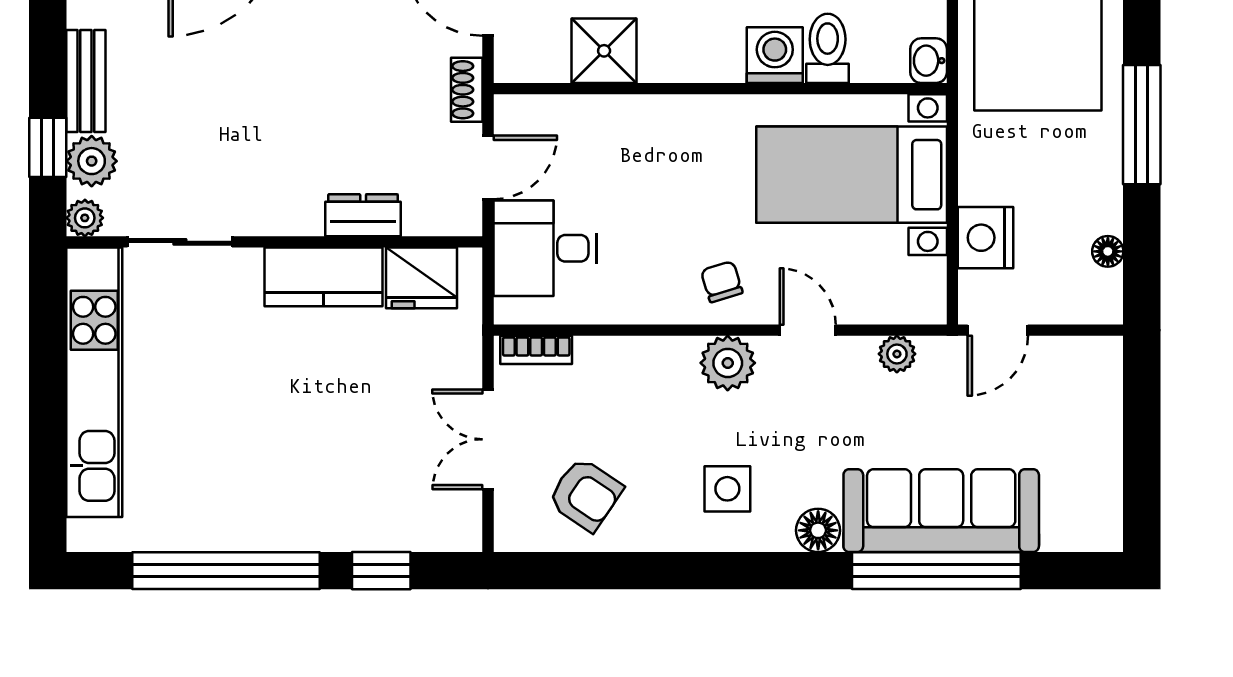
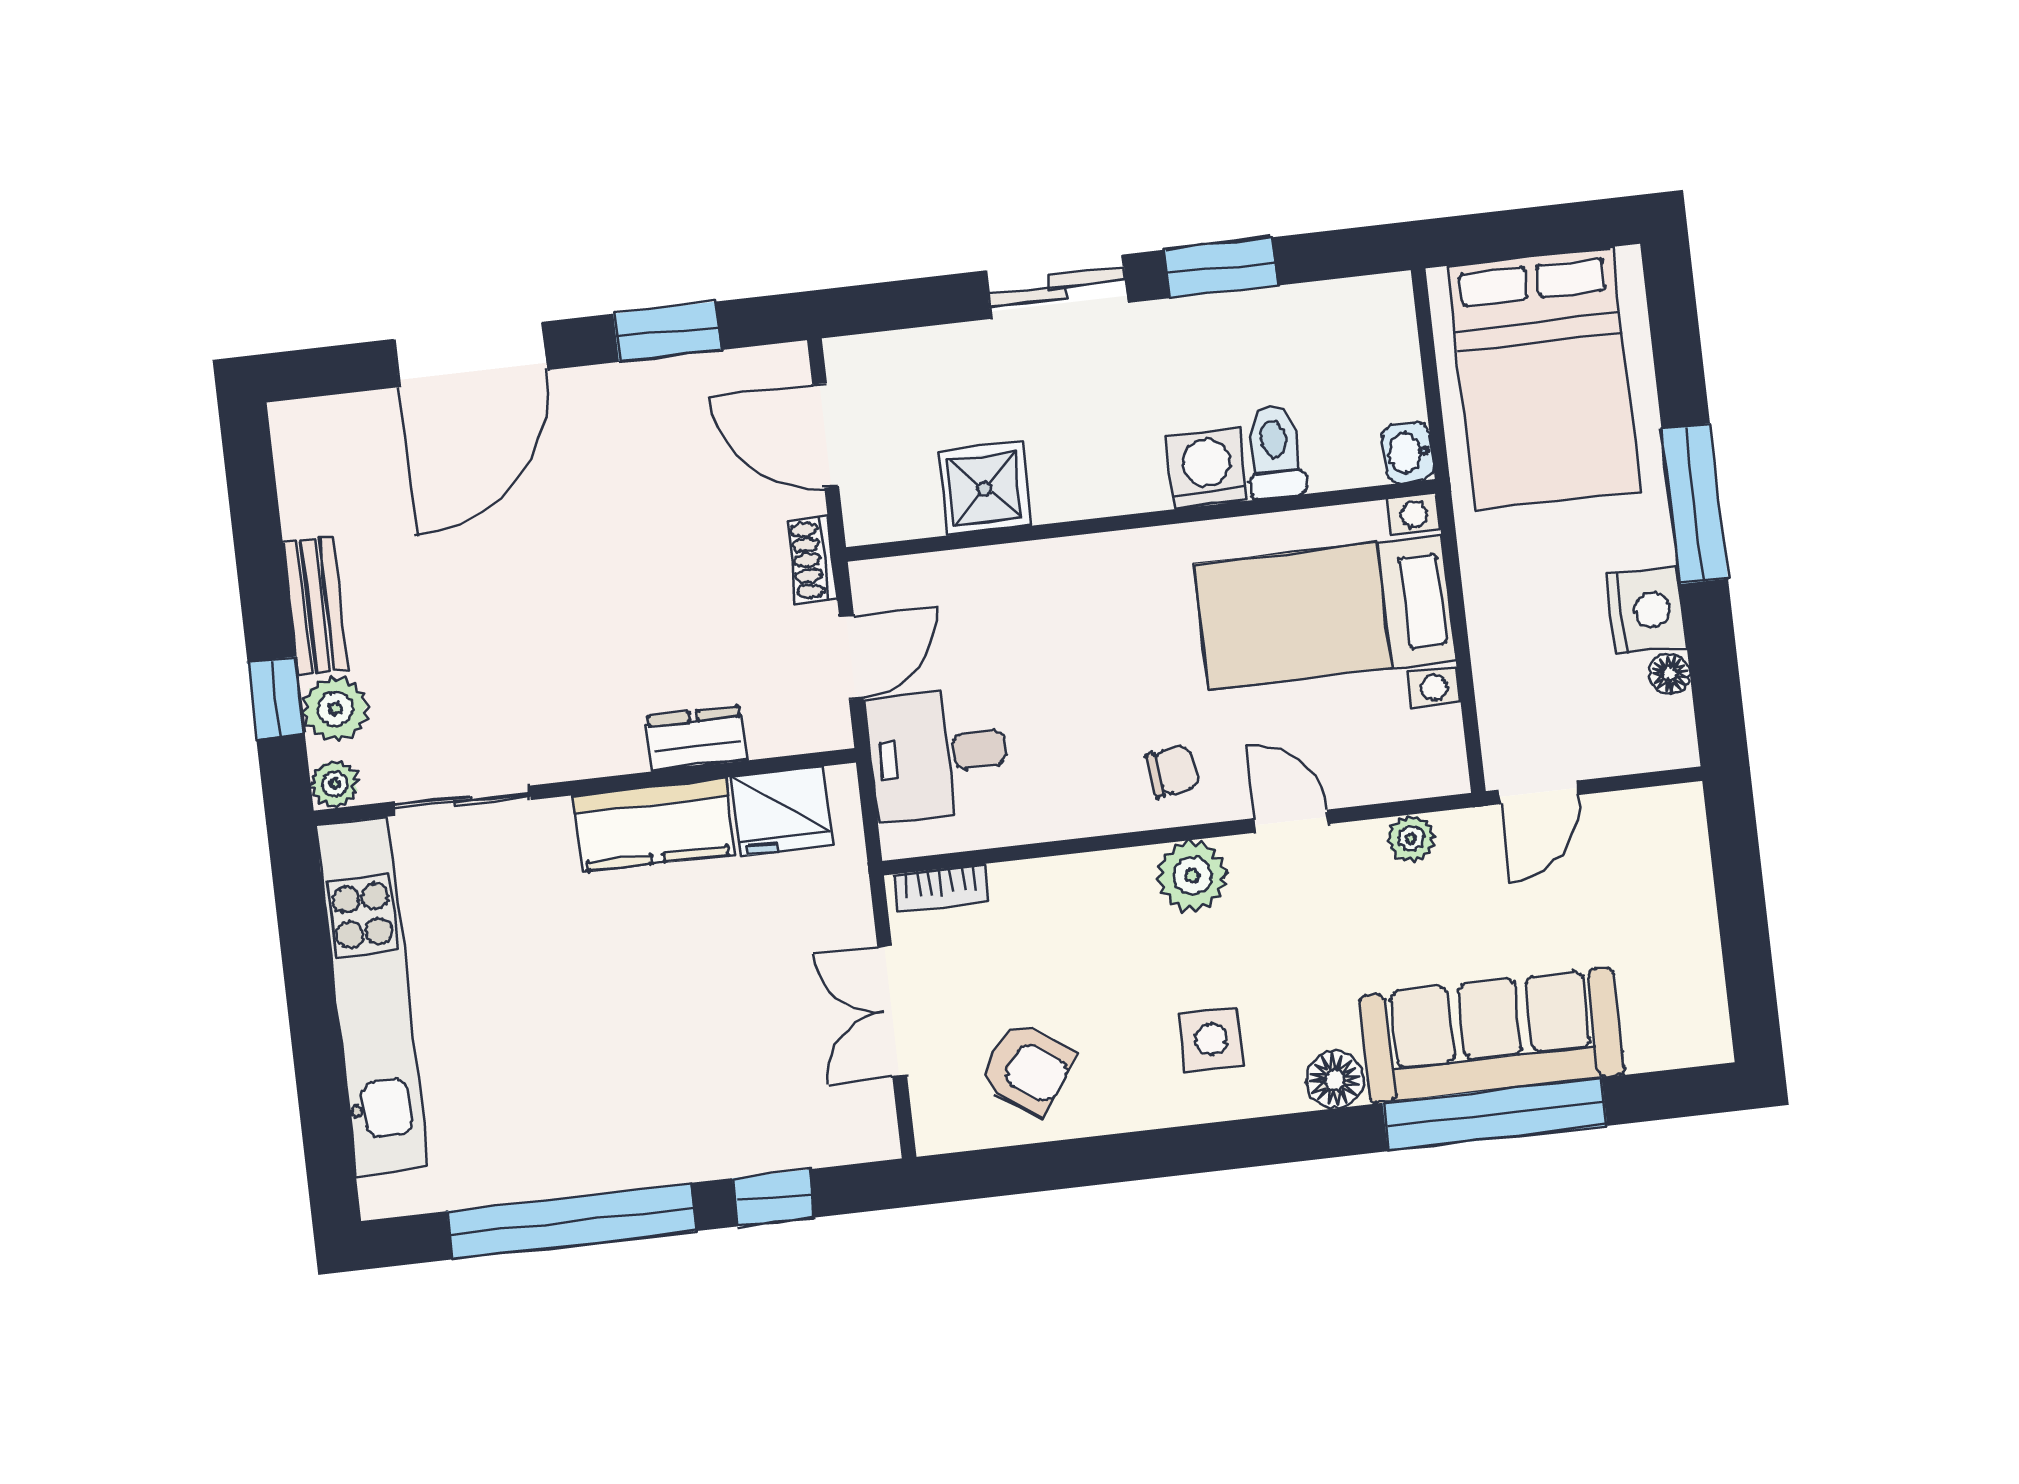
nightstand: (986, 238) -> (1646, 611), moved, turned 180
chair: (722, 282) -> (1172, 771), turned 99

